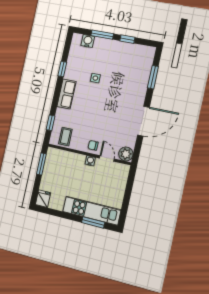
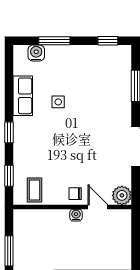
window: (127, 39) -> (108, 41), moved
window: (62, 69) -> (9, 132), moved
row of seats: (66, 94) -> (23, 96), moved
window: (41, 164) -> (9, 251), moved

